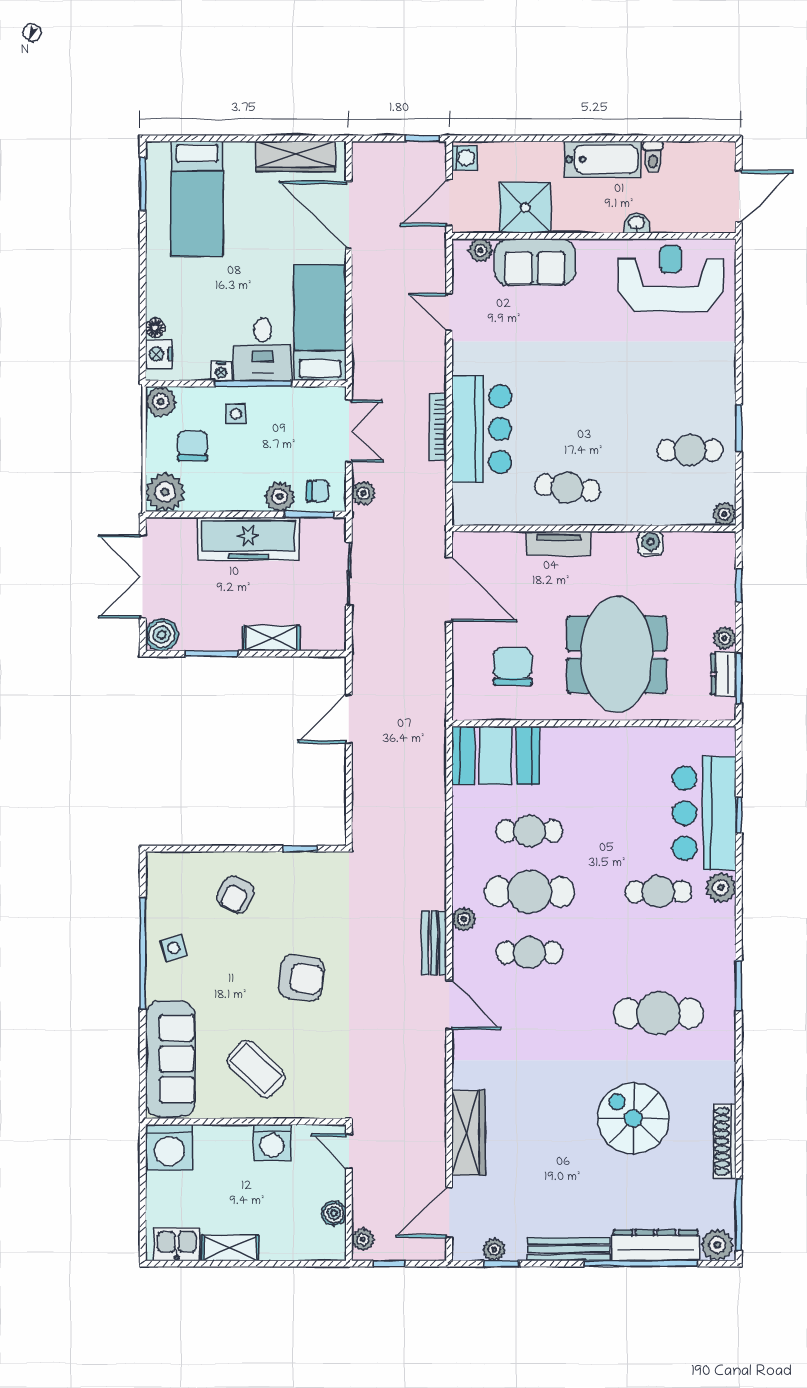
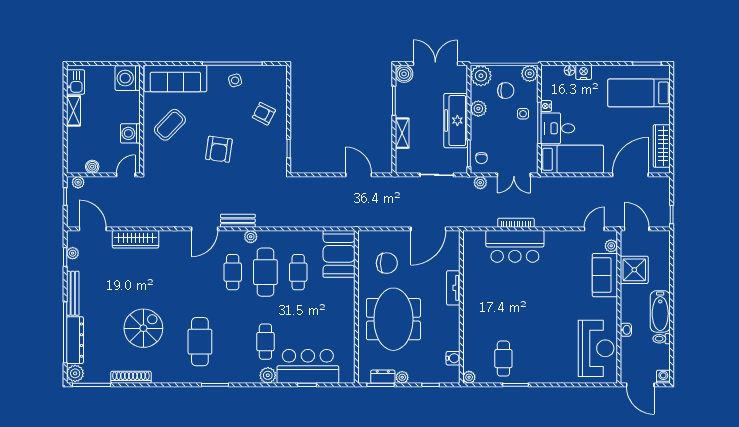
washing machine: (464, 158) -> (663, 377), moved, turned 180
door: (449, 312) -> (594, 229), moved
nightstand: (159, 354) -> (584, 72), moved
cafe table: (567, 488) -> (483, 293), removed
plant: (280, 497) -> (478, 109), moved
water cooler: (650, 544) -> (453, 358), moved
meeting table: (617, 654) -> (393, 319), turned 90

